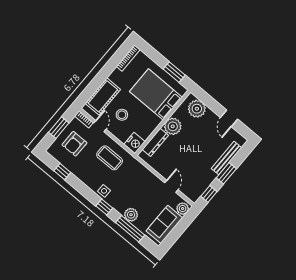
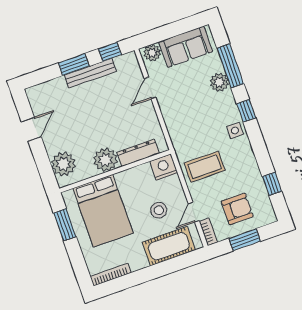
coffee table: (110, 158) -> (205, 167), turned 90
bench: (226, 158) -> (90, 73), moved

